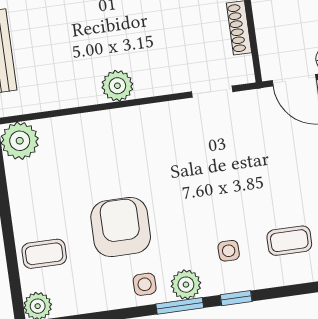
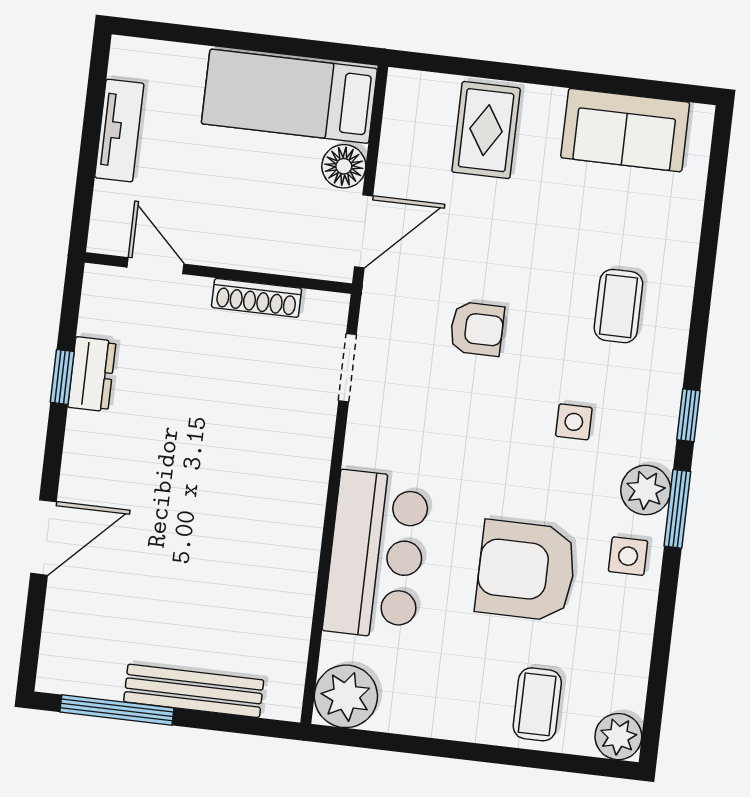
plant: (117, 86) -> (298, 517), removed
bar counter: (107, 137) -> (376, 555), added
armchair: (254, 161) -> (477, 329), added
side table: (229, 251) -> (574, 422), moved

